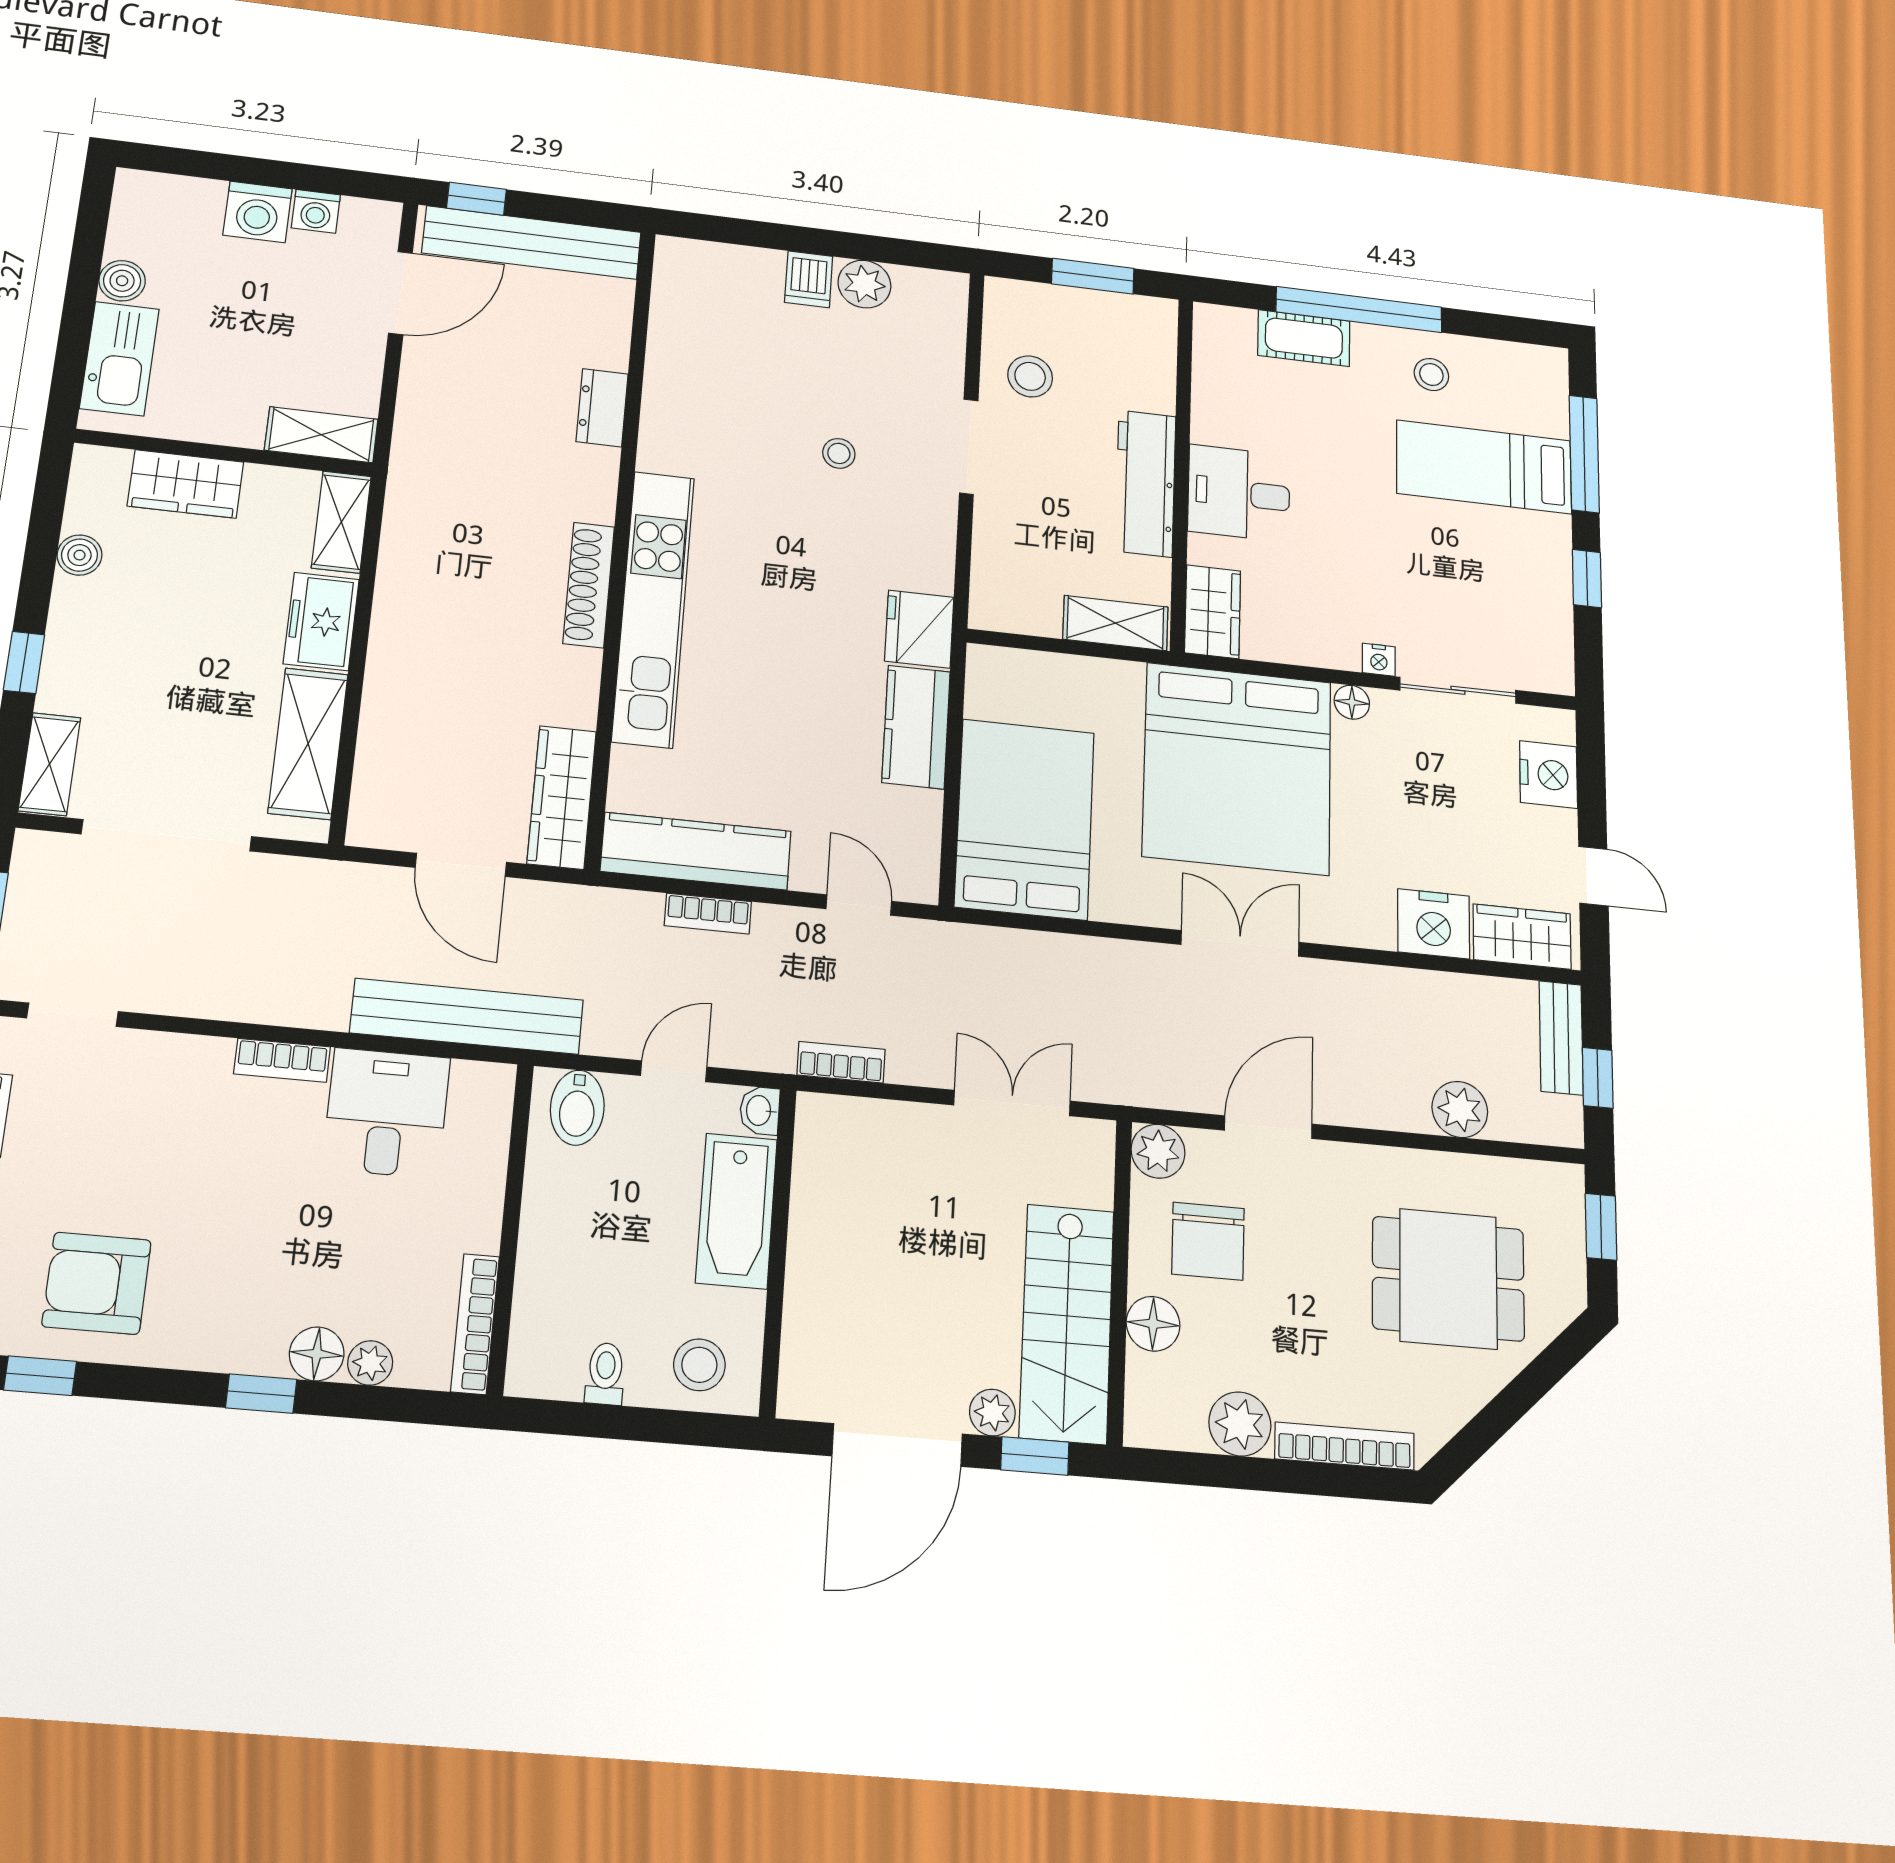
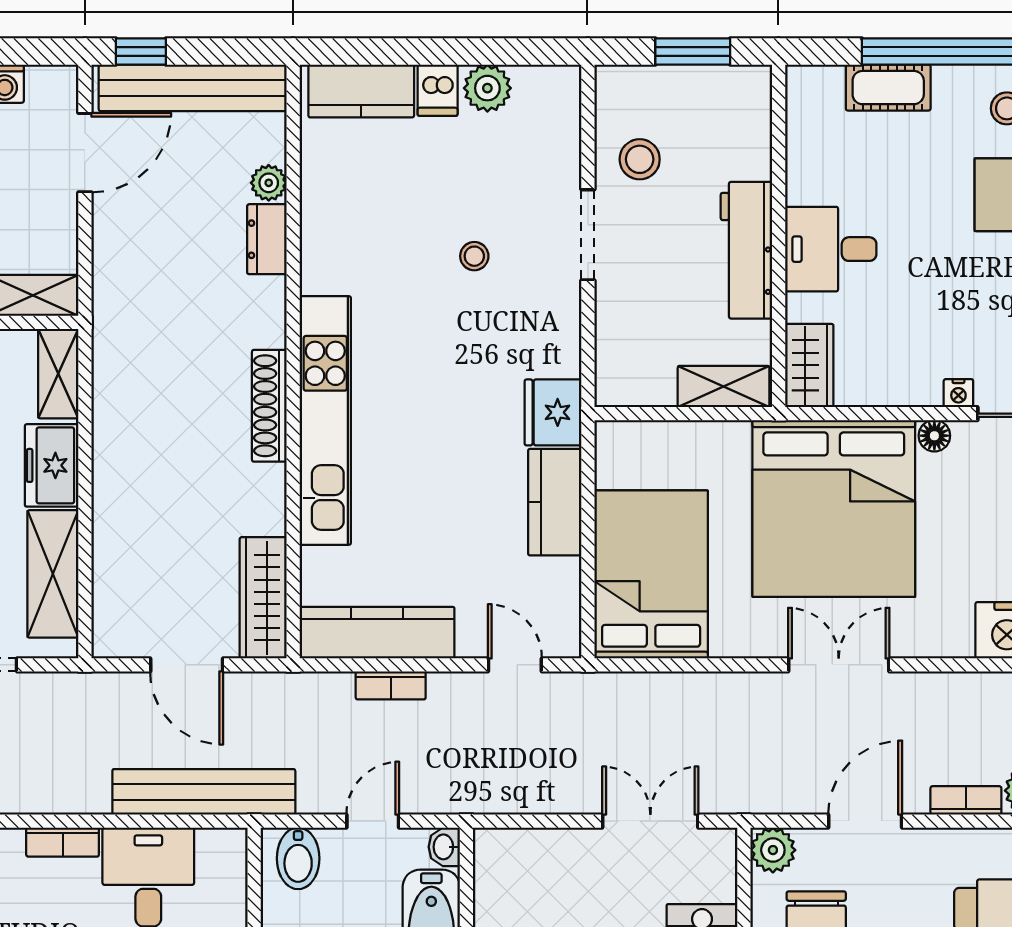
kitchen counter: (723, 269) -> (361, 91), added
plant: (610, 350) -> (269, 183), added
bookcase: (841, 1062) -> (966, 800), moved

